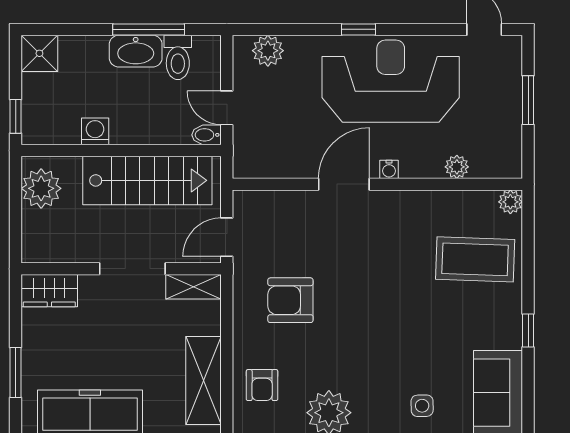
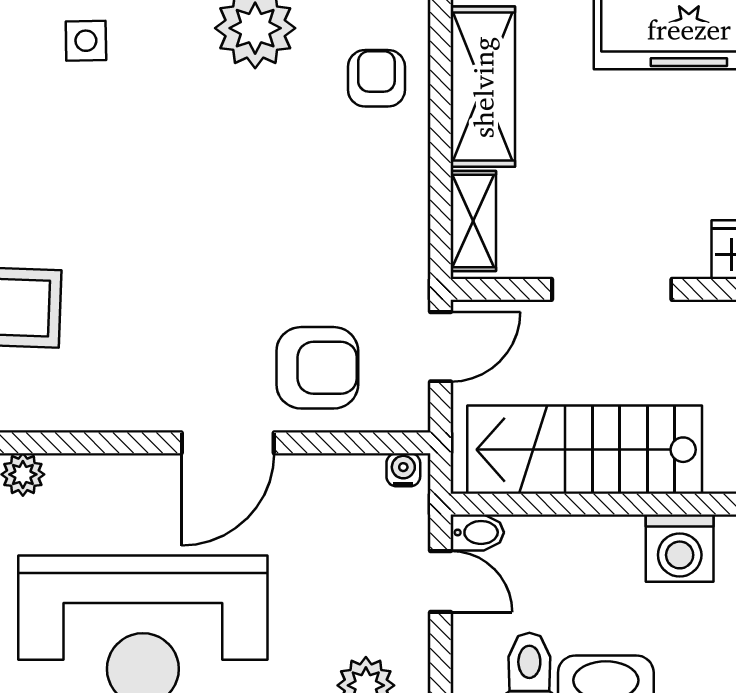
washing machine: (95, 131) -> (680, 548), width x1.38, depth x1.38
water cooler: (389, 169) -> (403, 470), moved
shelving: (194, 287) -> (473, 221), moved, turned 90
armchair: (290, 300) -> (317, 368), moved

